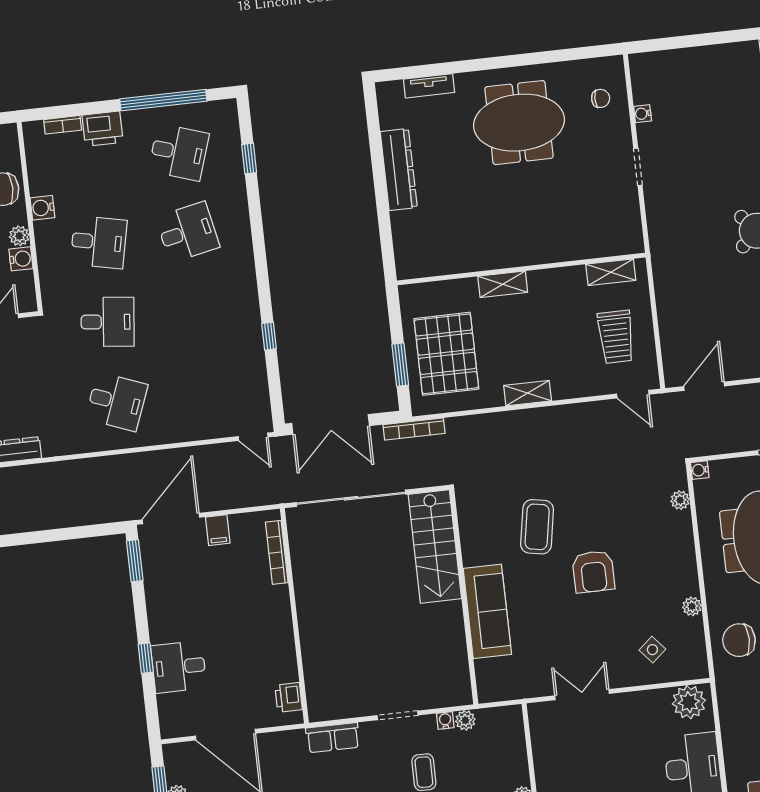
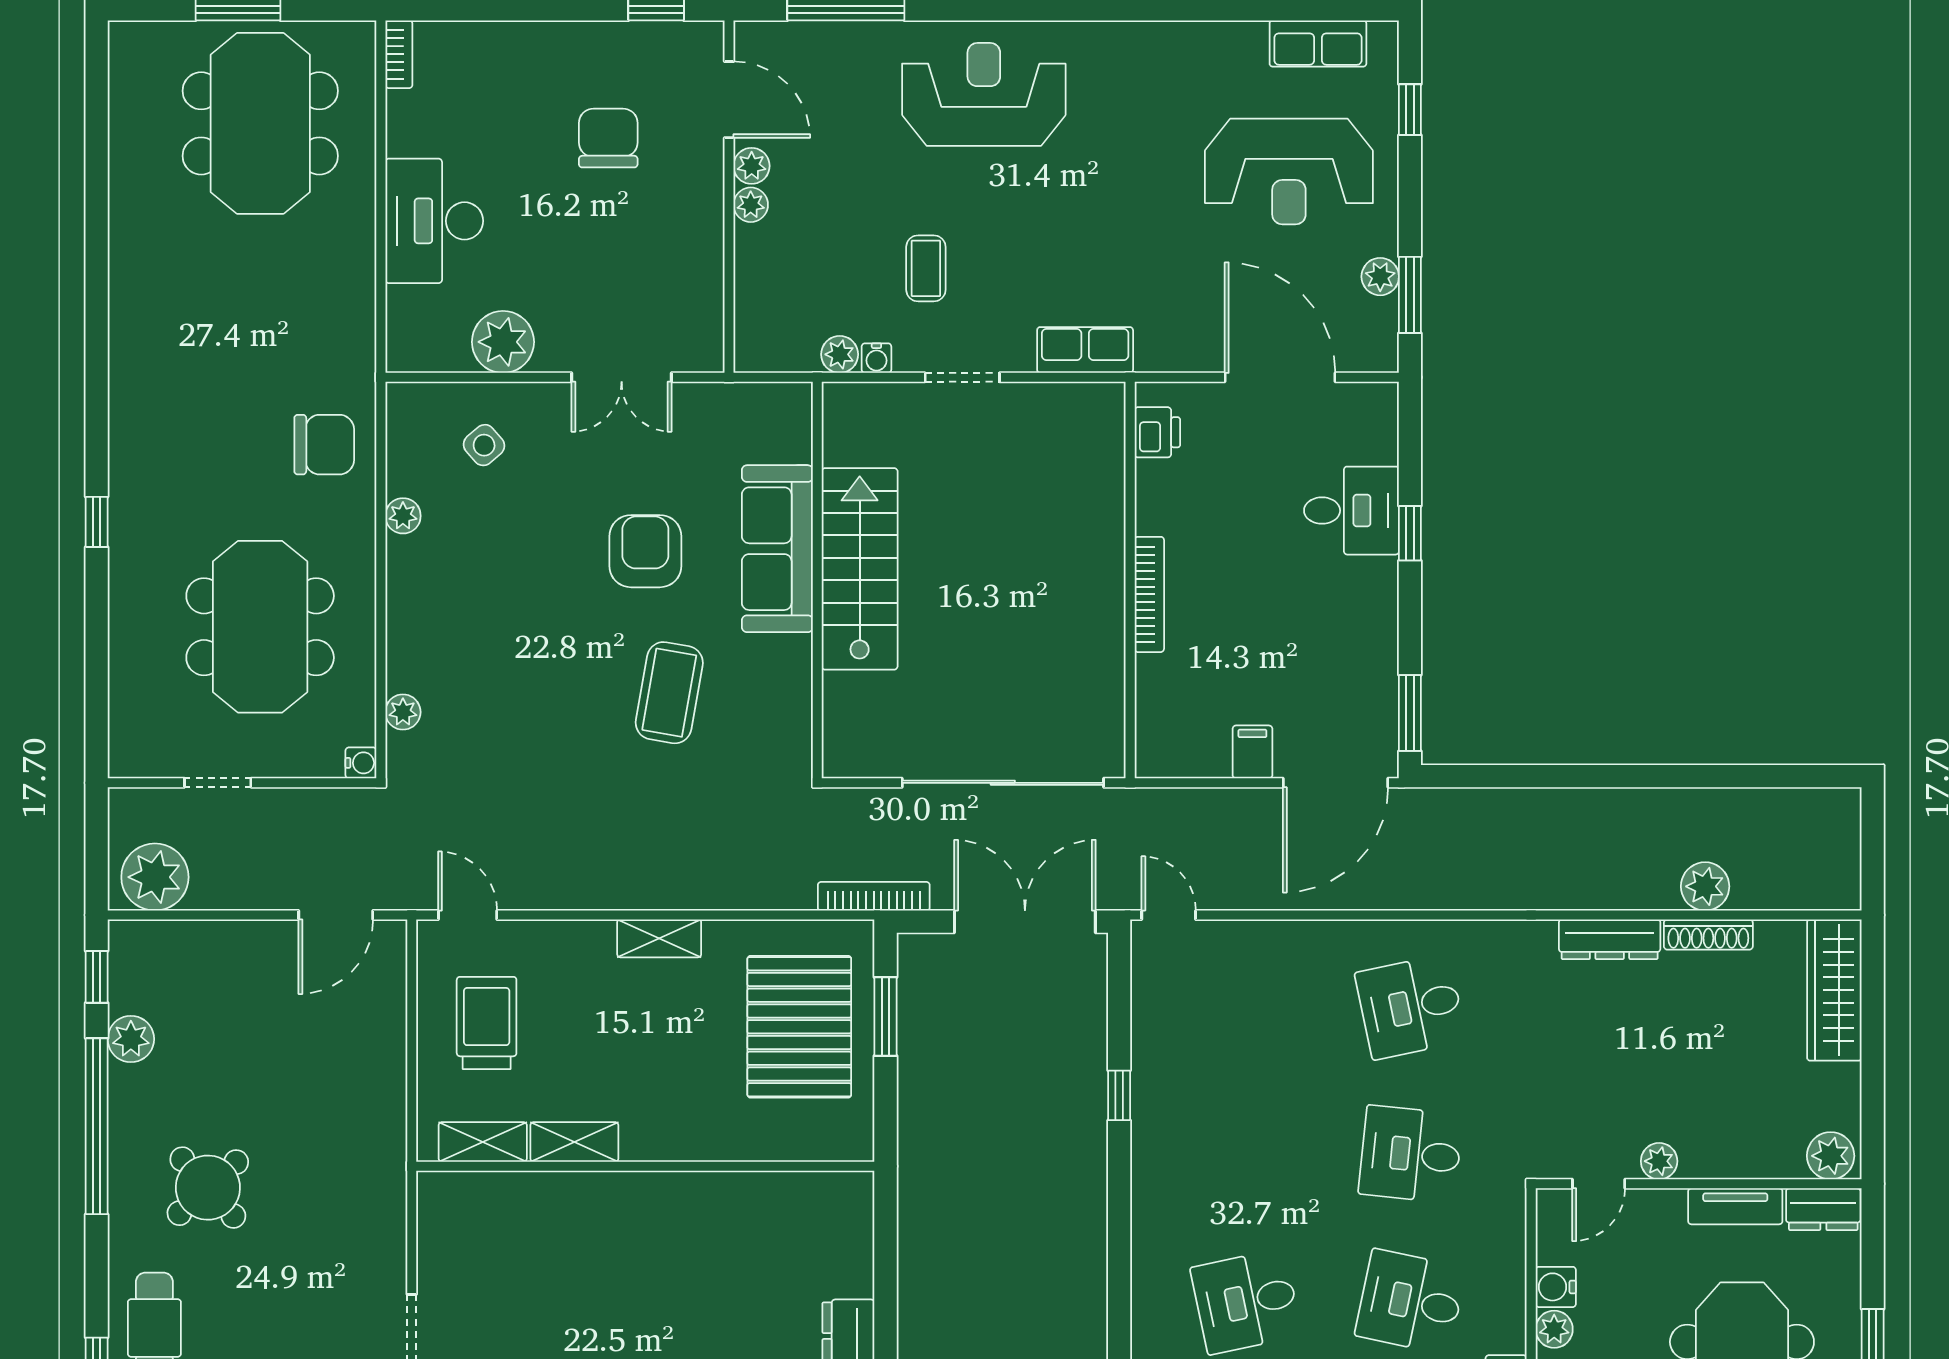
shelving: (503, 284) -> (574, 1142), moved
desk: (117, 402) -> (1411, 1007), turned -33
stairs: (435, 546) -> (860, 569), moved
bookcase: (277, 552) -> (1149, 594), moved
armchair: (593, 572) -> (645, 551), moved
plant: (689, 702) -> (503, 342), moved

